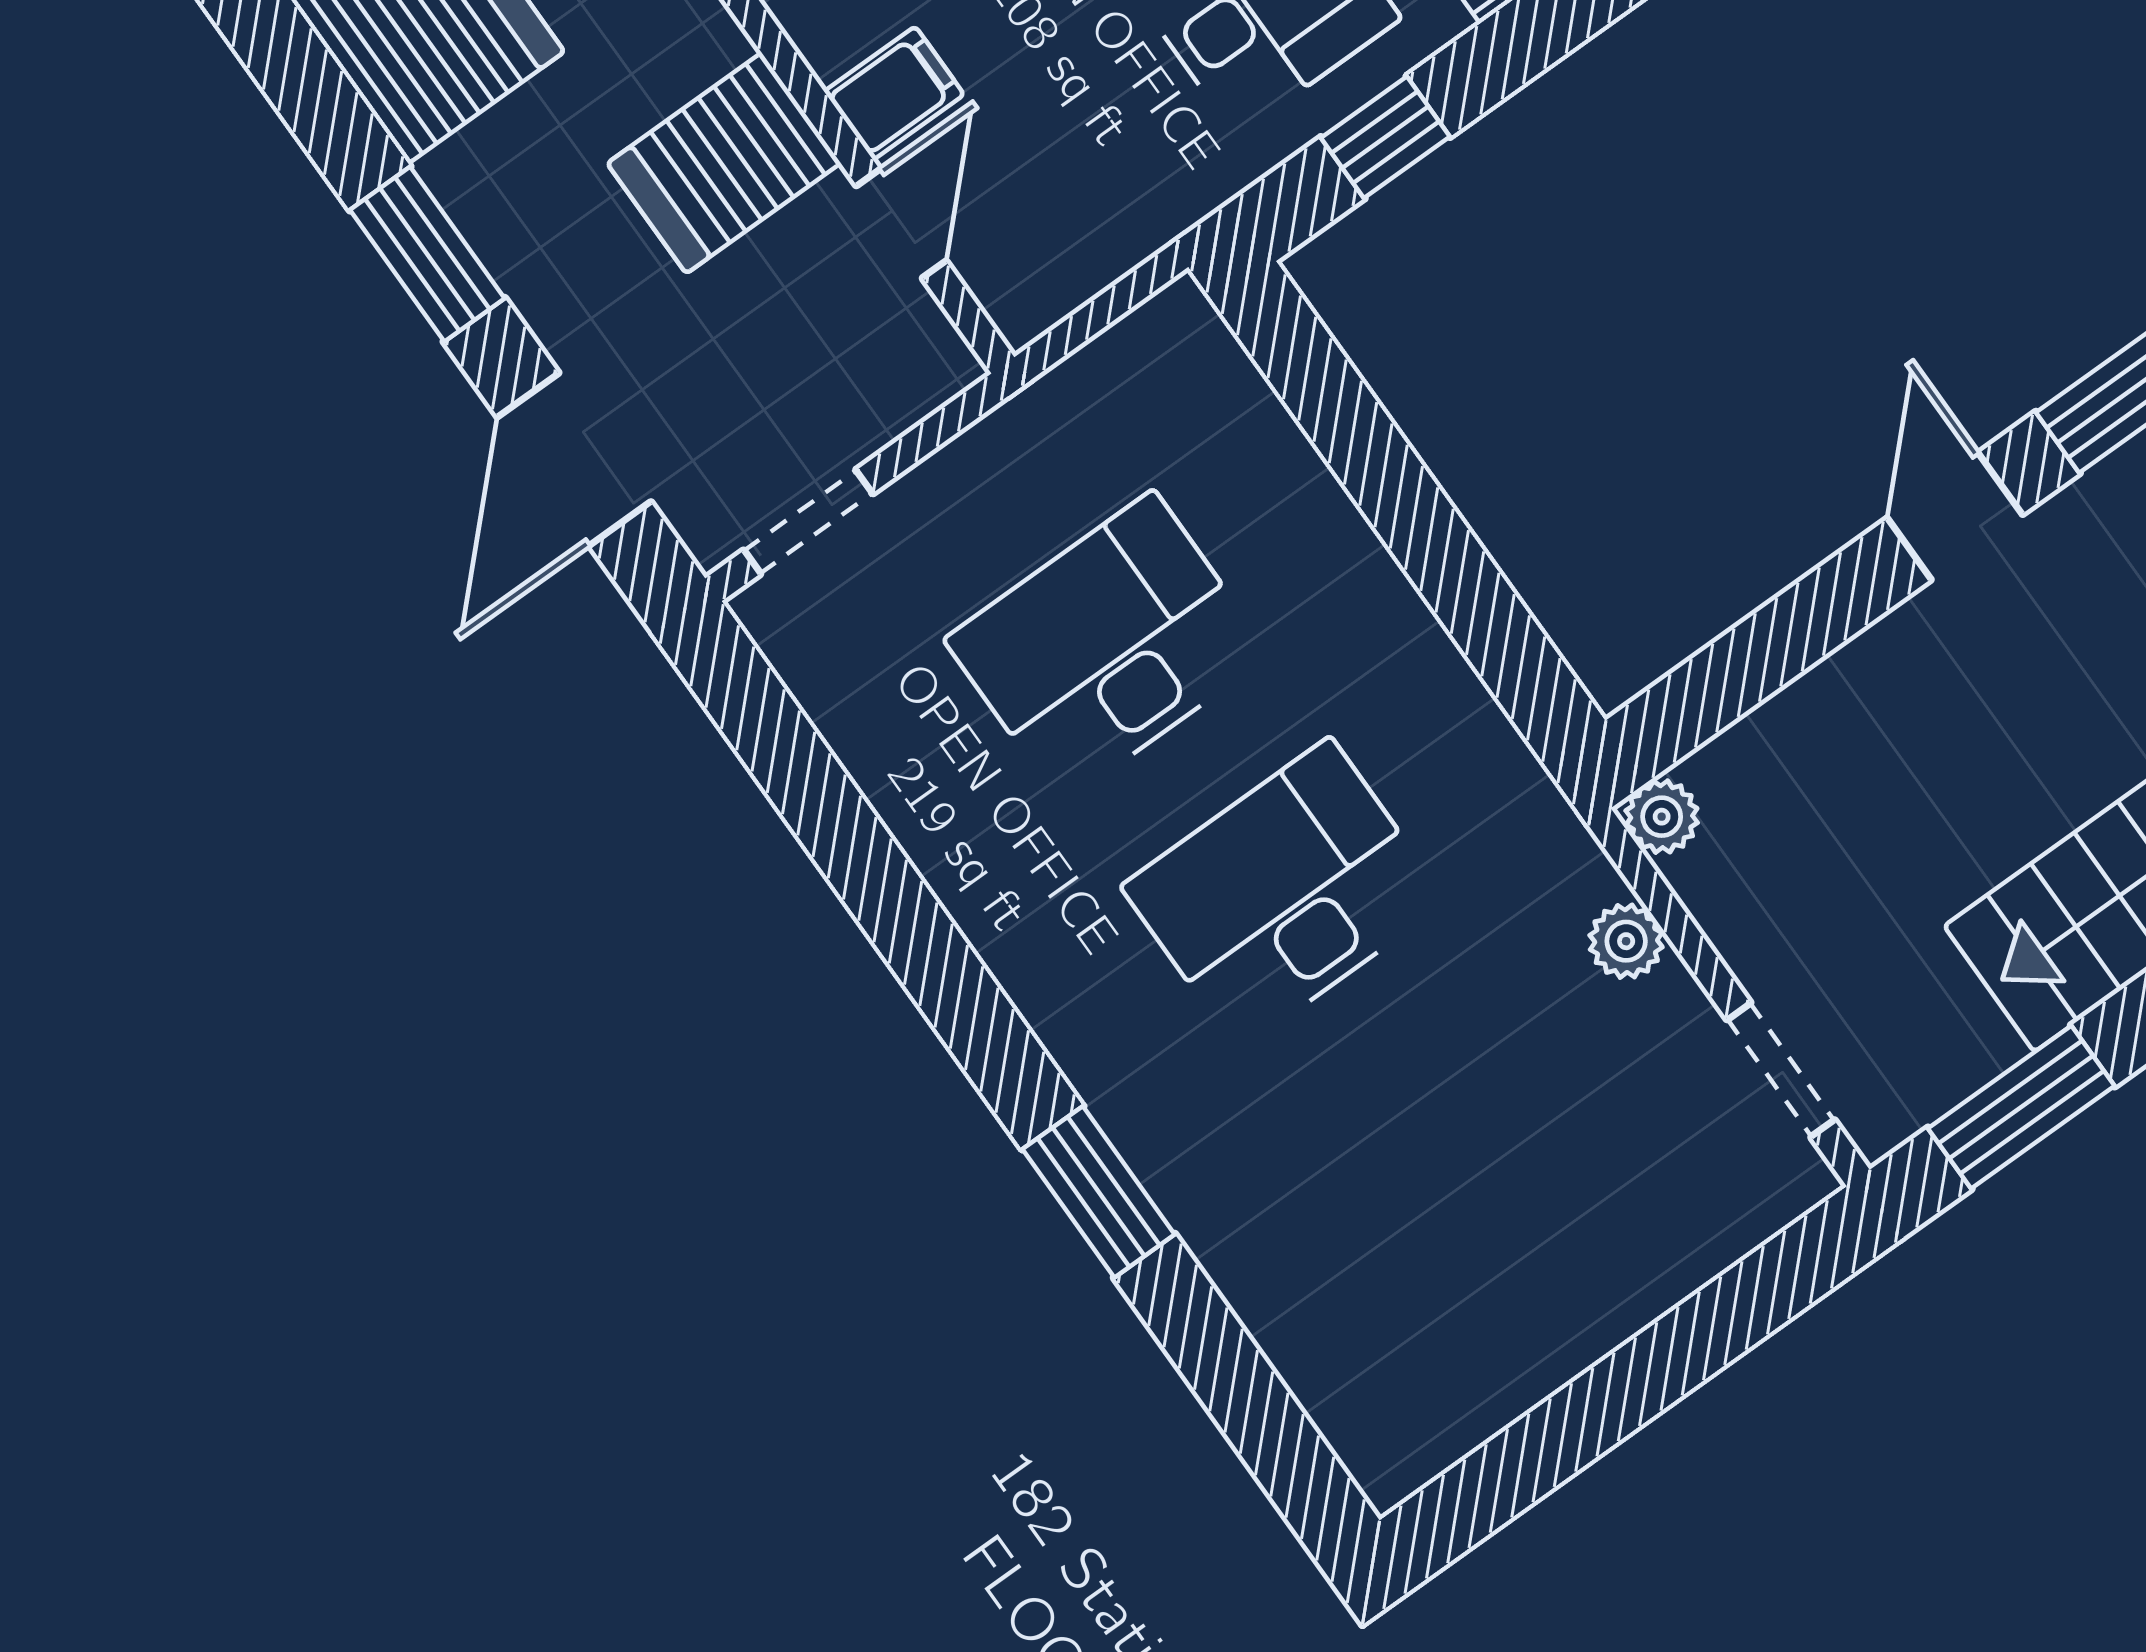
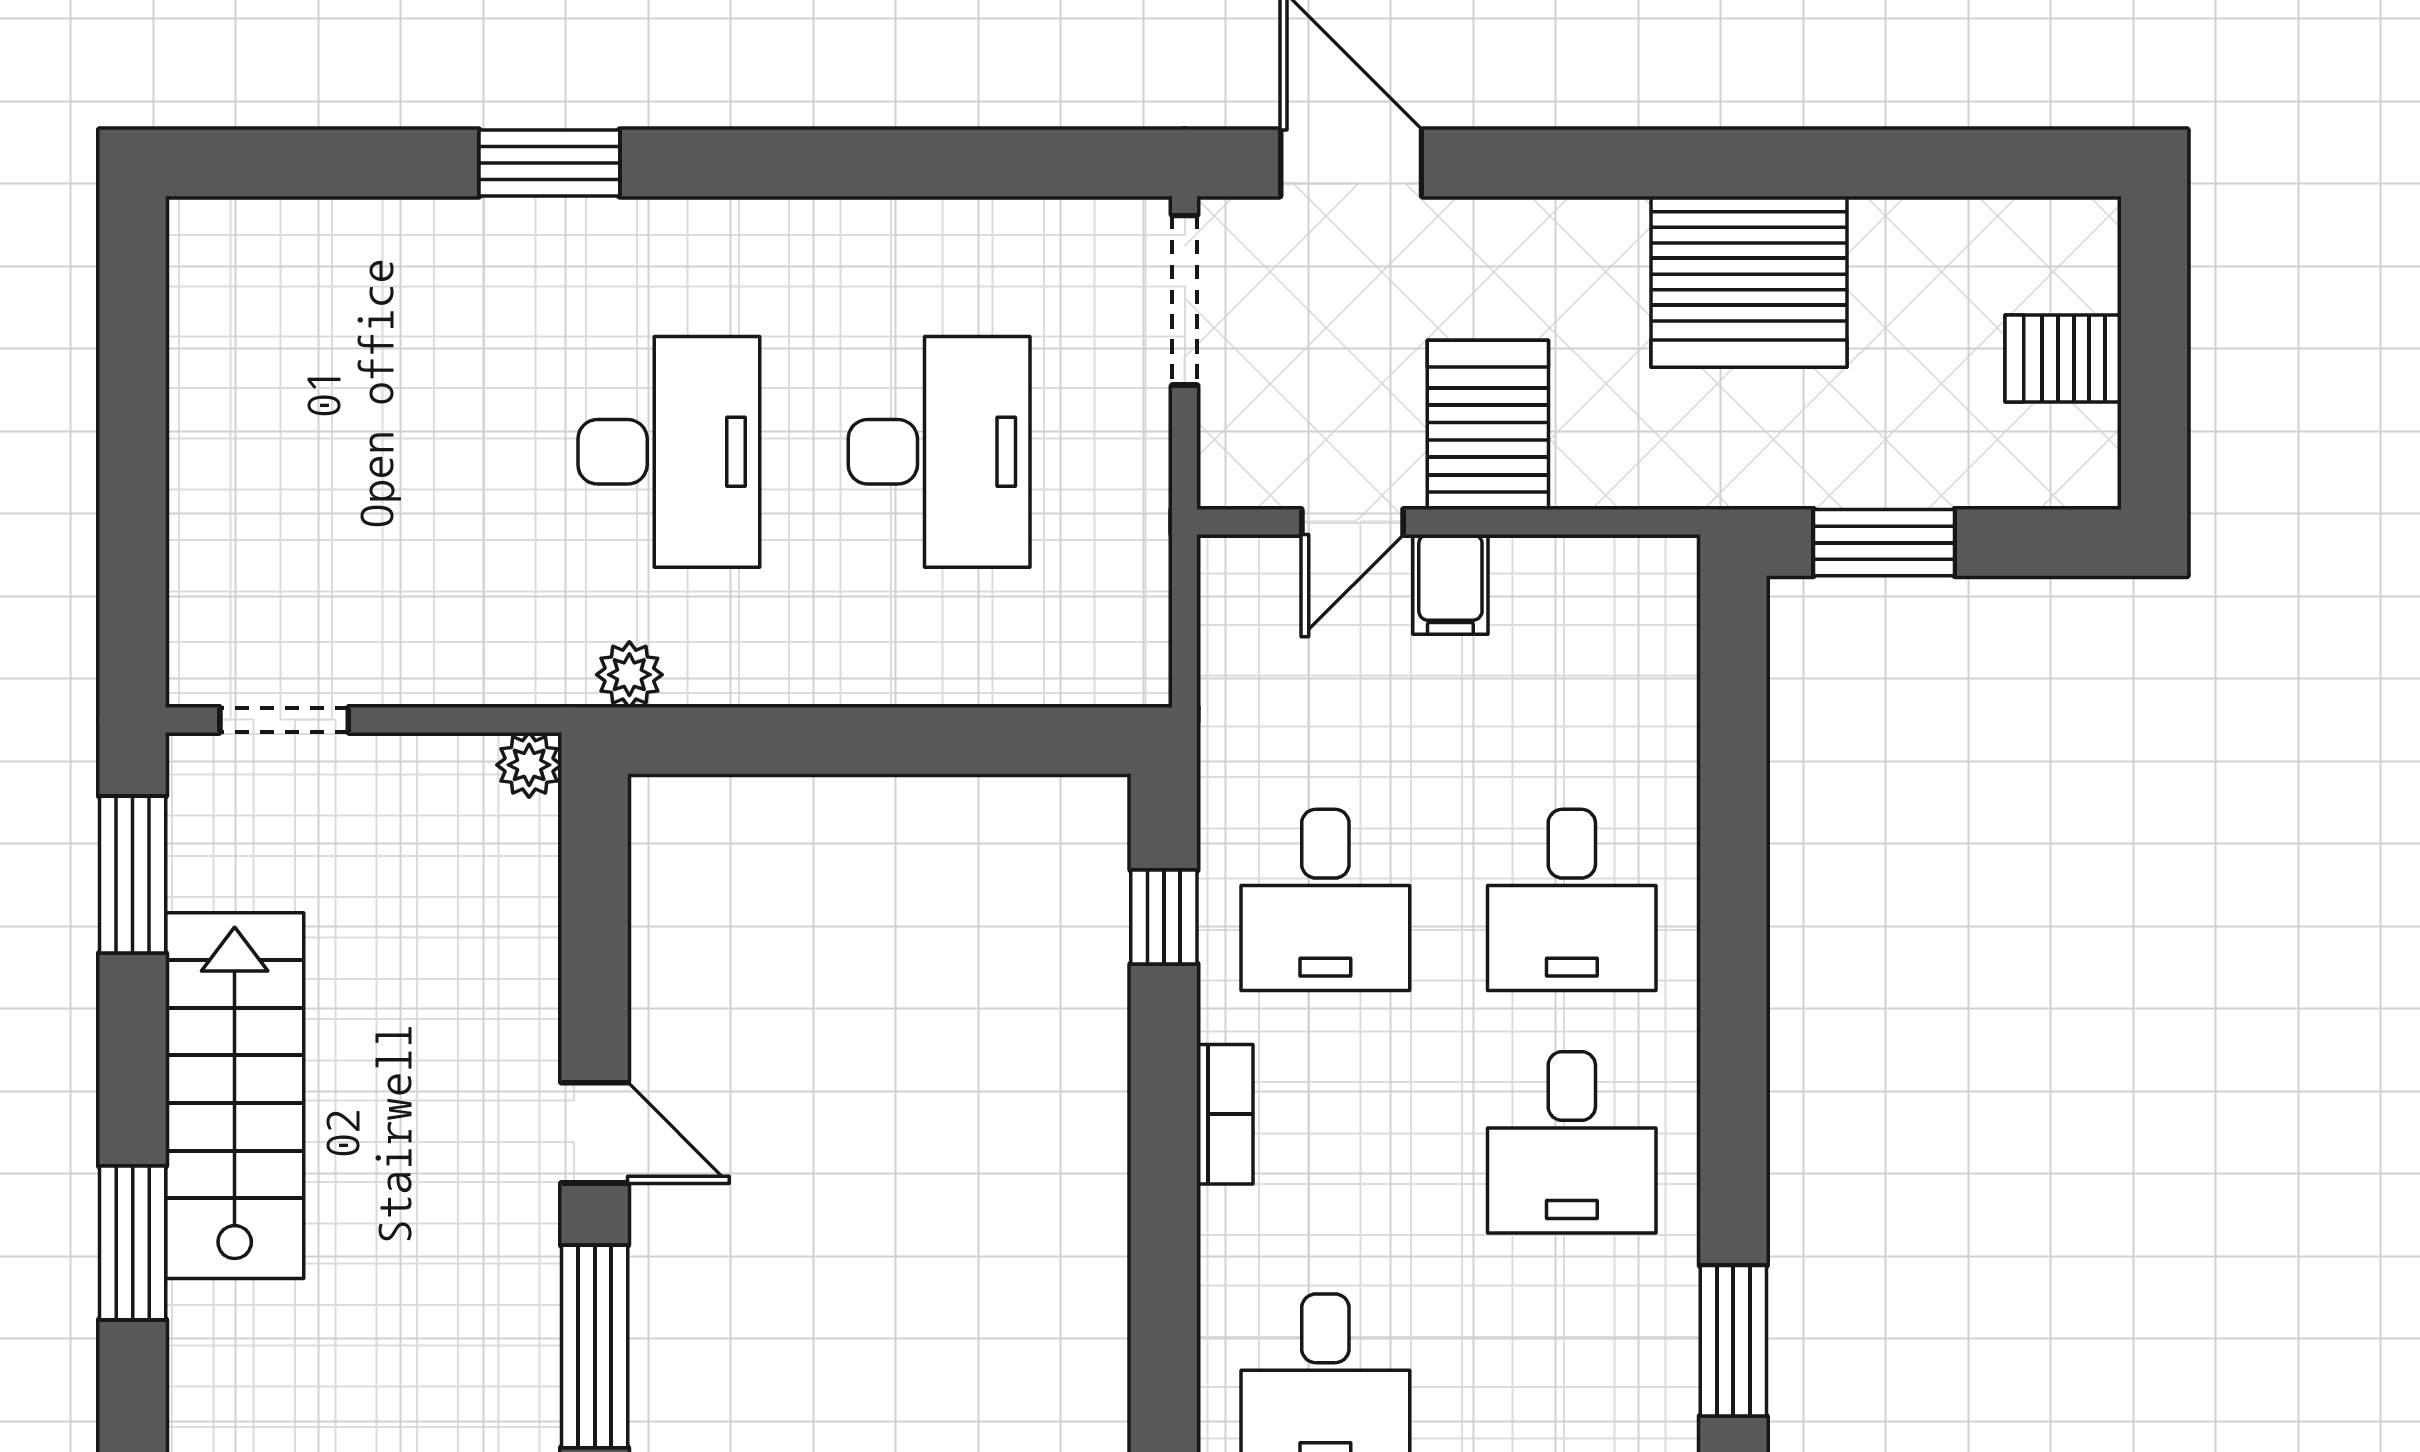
door: (901, 223) -> (1352, 522), hinge flipped
window: (427, 254) -> (1576, 163), removed
doorway: (808, 522) -> (1185, 300), width x1.38
plant: (1626, 941) -> (629, 675), moved

